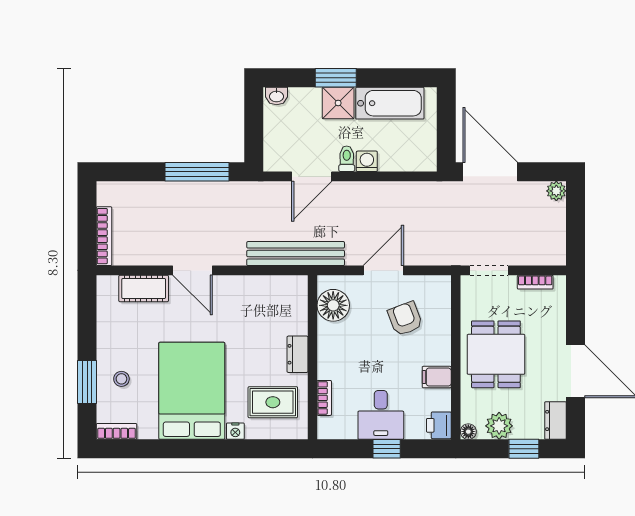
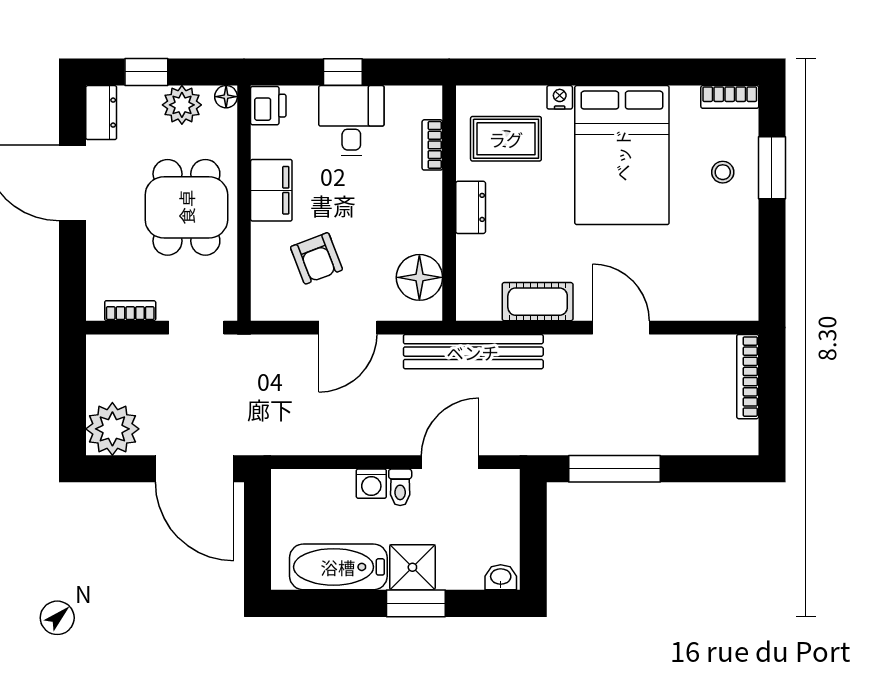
plant: (556, 191) -> (112, 429), width x1.88, depth x1.88
cot: (144, 288) -> (538, 302), moved
filing cabinet: (437, 377) -> (271, 190), width x2.00

